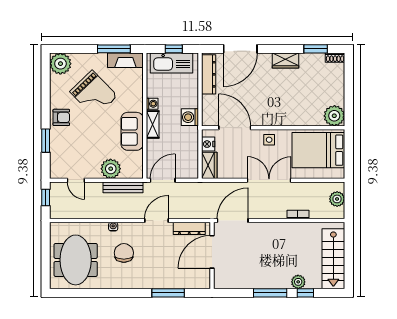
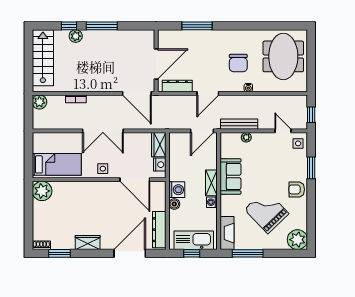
fireplace: (125, 60) -> (227, 233), moved, turned 90
boiler: (193, 102) -> (174, 204), added
bed: (318, 150) -> (57, 164), width x0.67
side table: (60, 167) -> (298, 143), added
plant: (111, 169) -> (246, 137), width x0.53, depth x0.53
plant: (337, 199) -> (39, 102), moved
door: (233, 221) -> (137, 93), hinge flipped

